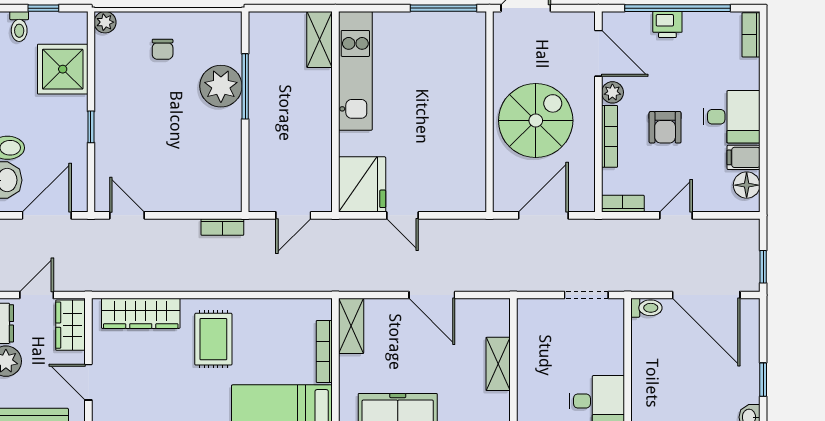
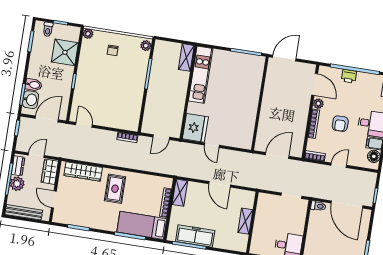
plant: (221, 86) -> (146, 46), moved, width x0.53, depth x0.53
spiral stairs: (536, 121) -> (281, 111), removed

